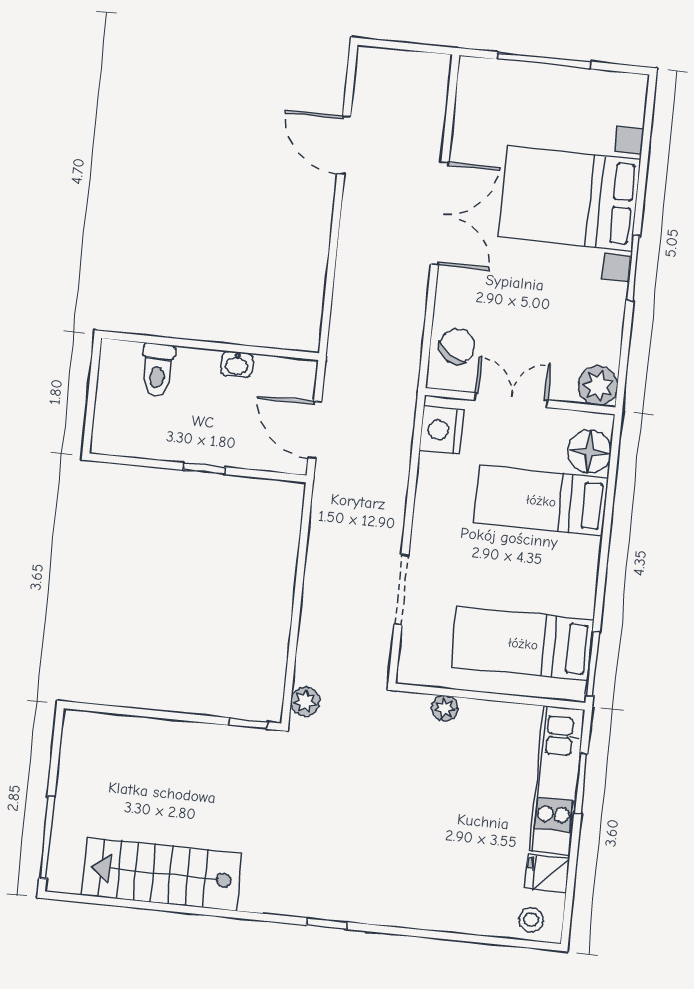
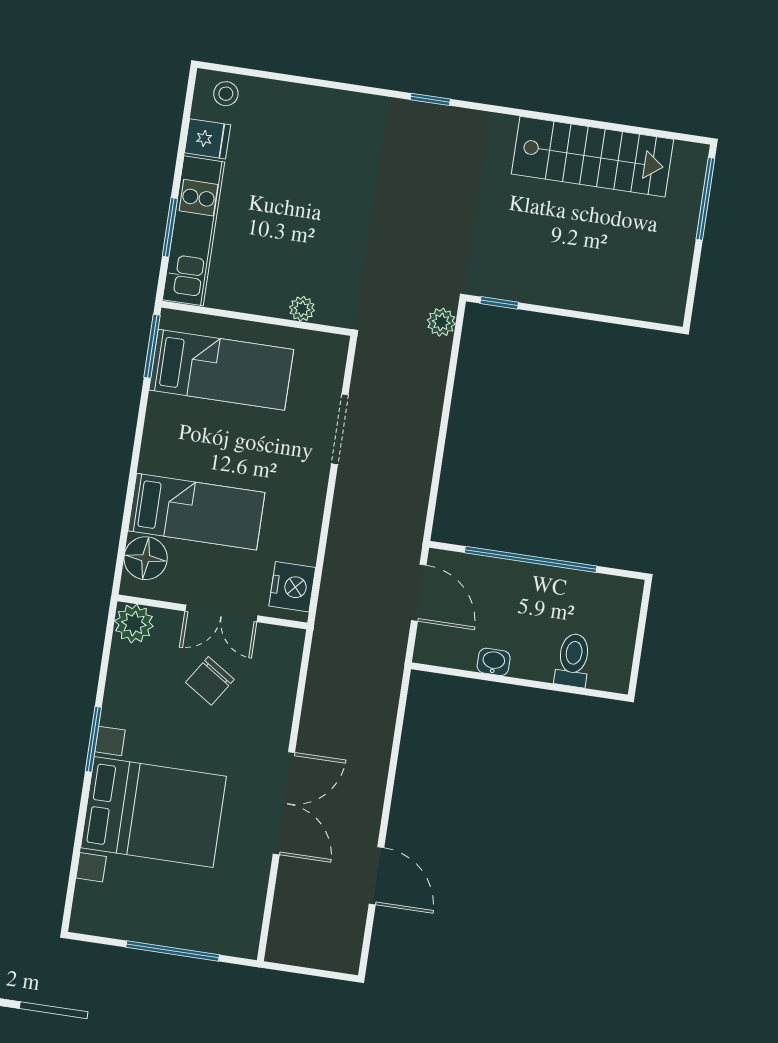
double door: (440, 213) -> (284, 803), swing flipped
chair: (457, 346) -> (210, 681), moved
window: (205, 469) -> (531, 559), width x3.17

